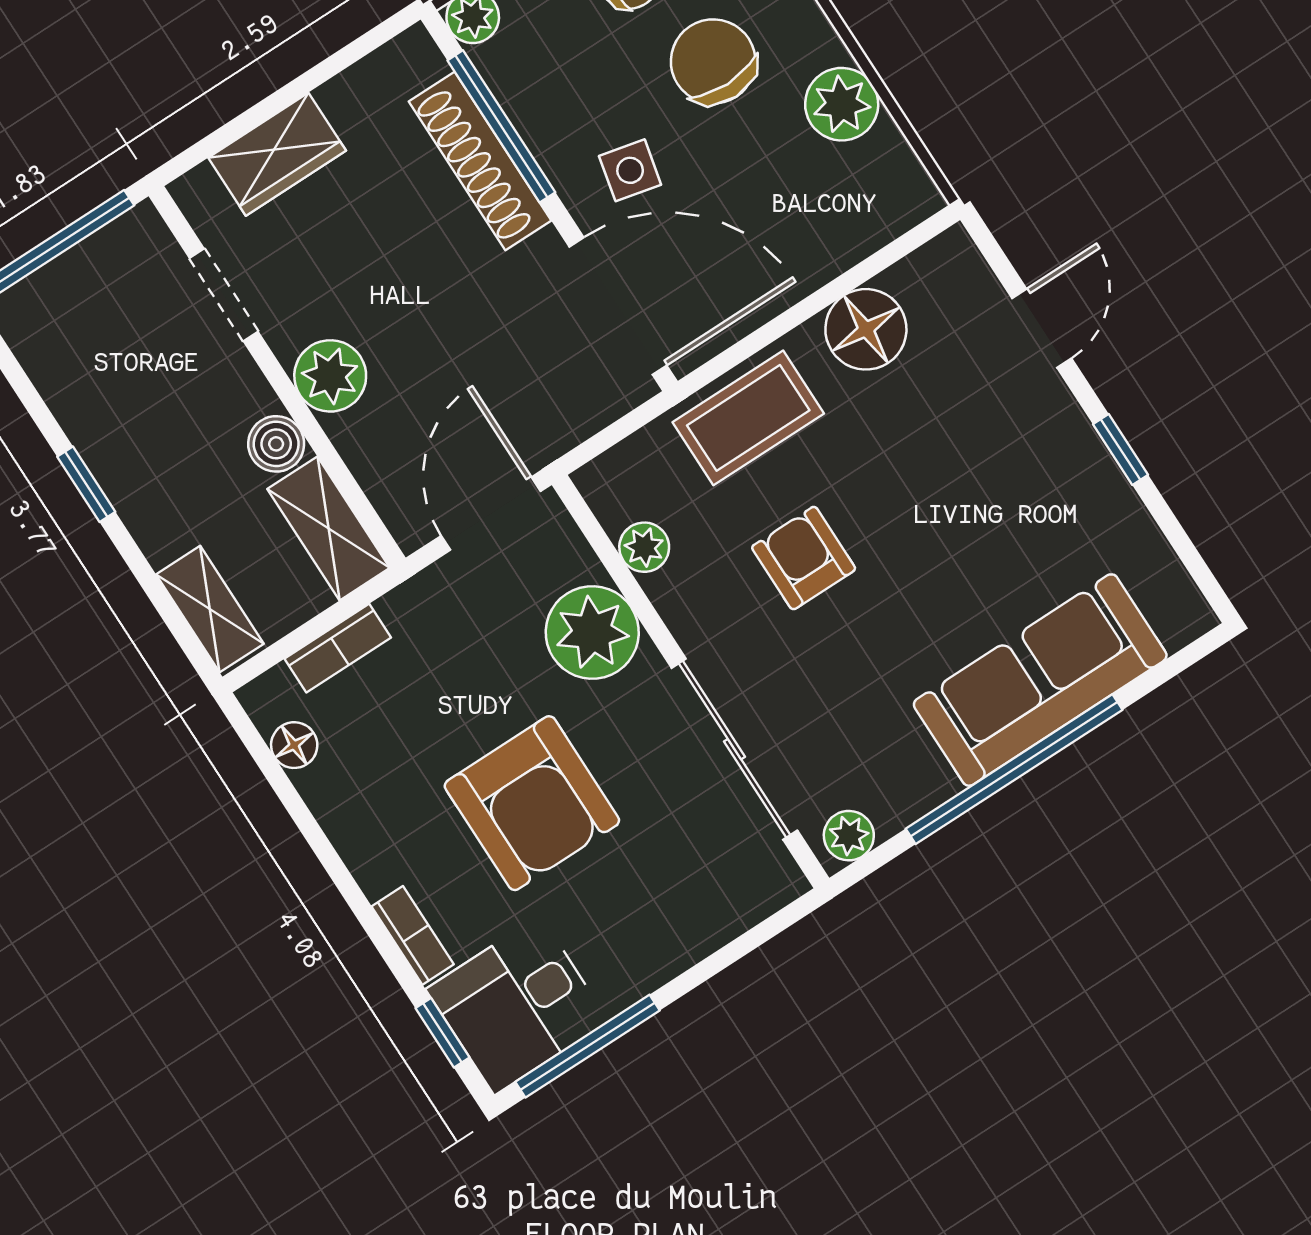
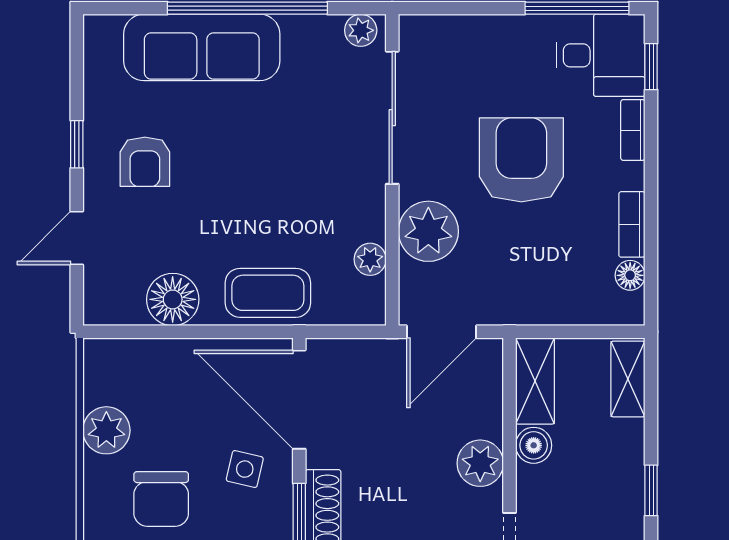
armchair: (804, 558) -> (145, 162), moved
bookcase: (338, 648) -> (632, 224), moved, turned -90

